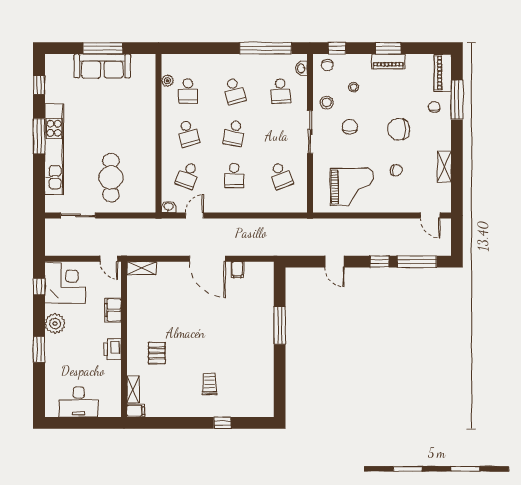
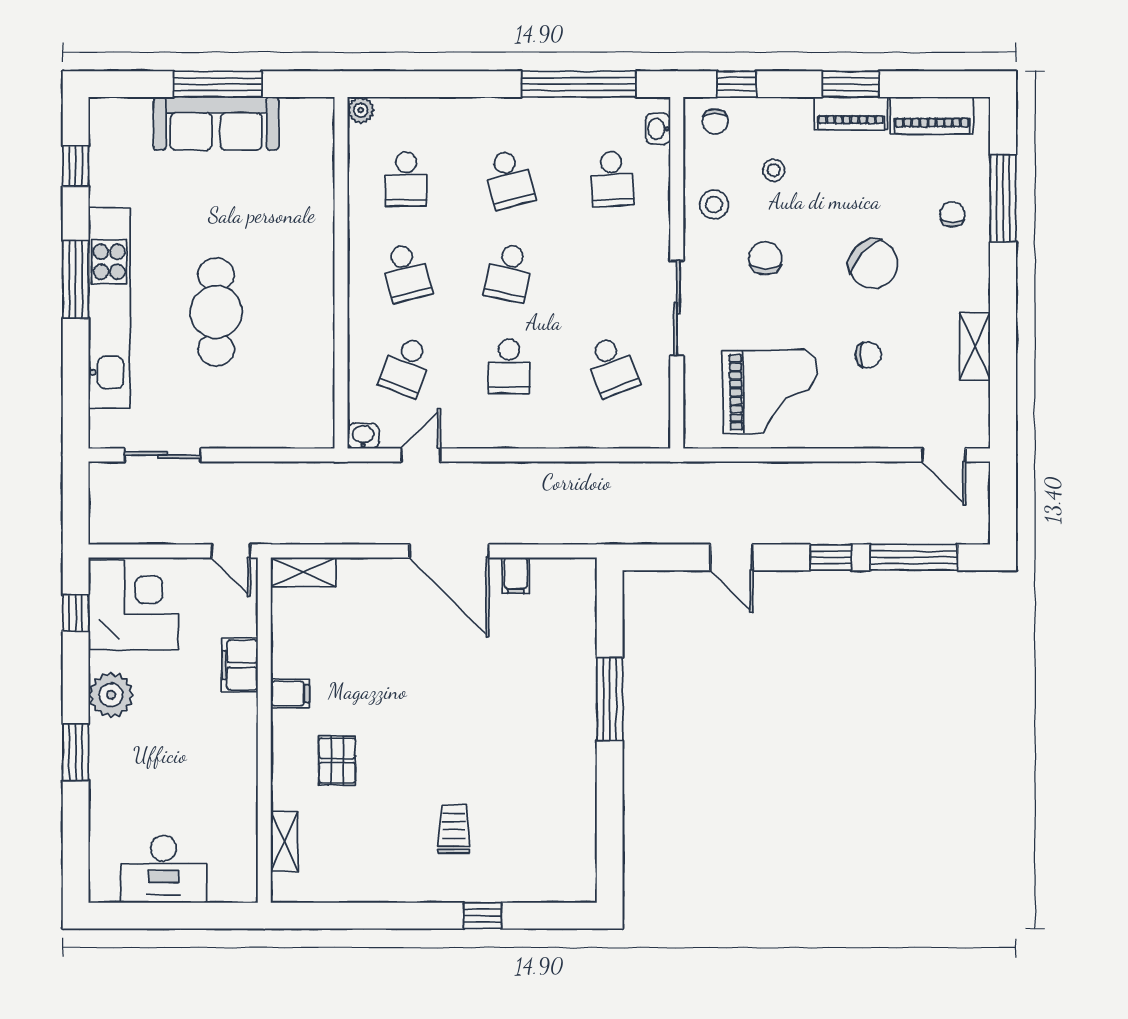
piano: (443, 73) -> (932, 116), moved, turned -90
plant: (167, 81) -> (361, 110), moved
chair: (399, 129) -> (873, 264), turned -137
sliding door: (310, 132) -> (677, 308), moved
cafe table: (111, 178) -> (216, 312), moved
printer: (112, 349) -> (239, 752), removed
filing cabinet: (136, 411) -> (290, 694), moved

